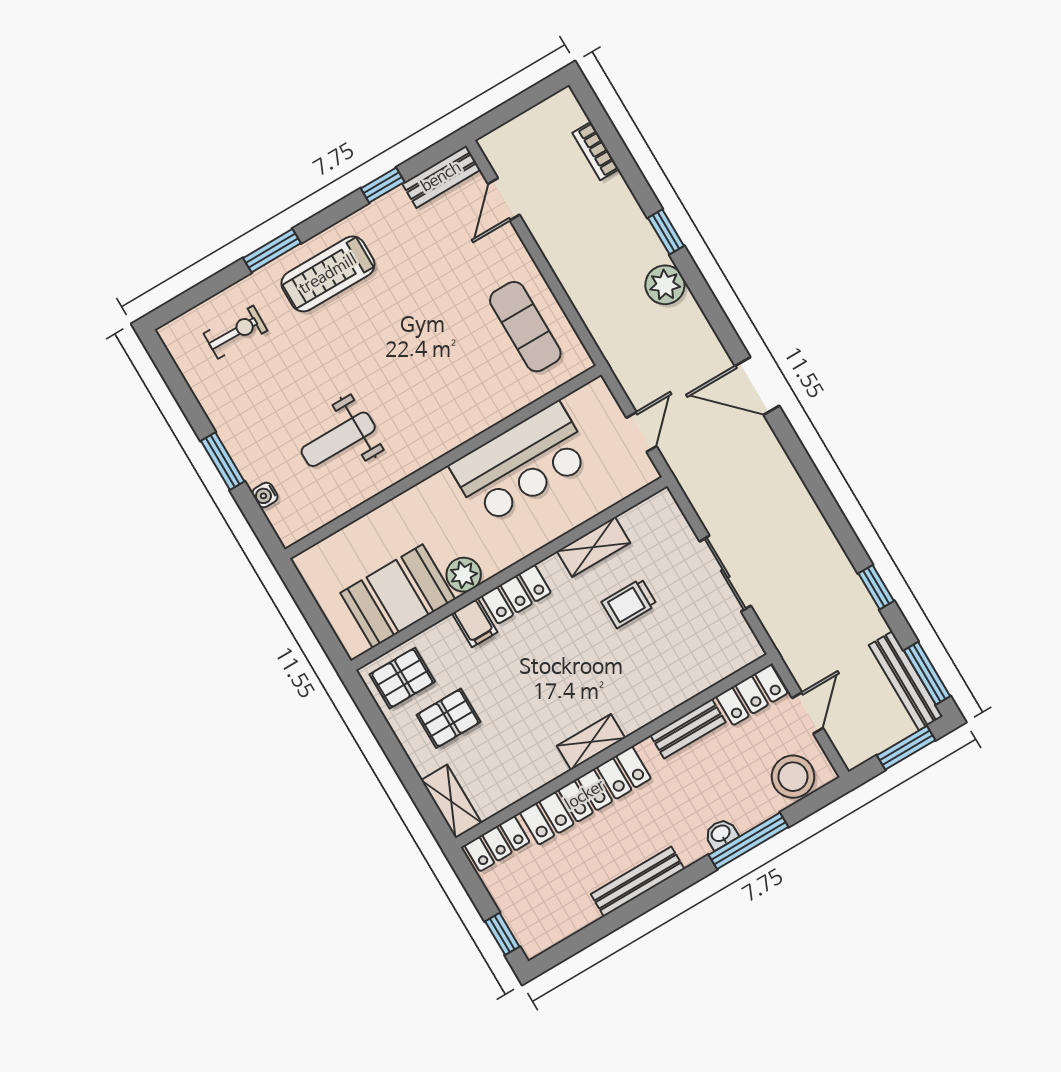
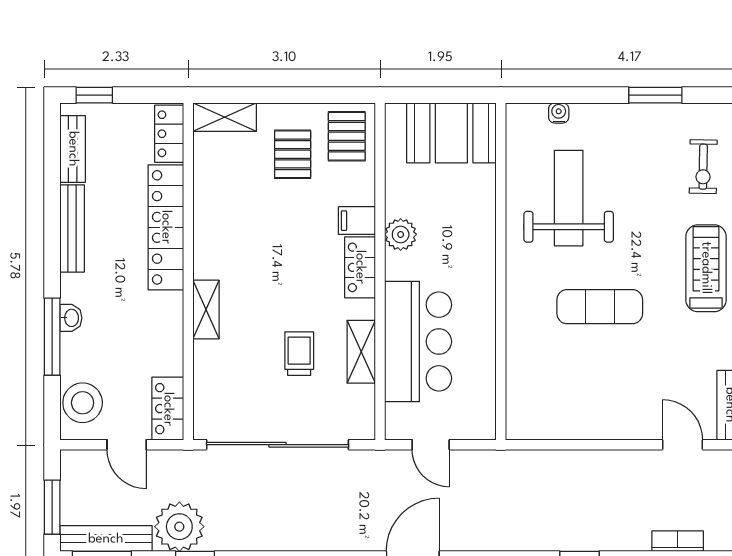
plant: (665, 285) -> (179, 527), moved, width x1.36, depth x1.36
exercise mat: (525, 327) -> (600, 307), moved
weight bench: (338, 439) -> (569, 198), width x1.36, depth x1.33
window: (223, 461) -> (655, 95), moved
bar counter: (521, 463) -> (418, 342), moved, turned 180
sliding door: (725, 574) -> (277, 445), width x1.86
booth: (398, 596) -> (451, 133), moved, turned 90
bench: (688, 729) -> (73, 149), moved
shelving: (591, 742) -> (206, 309), moved

